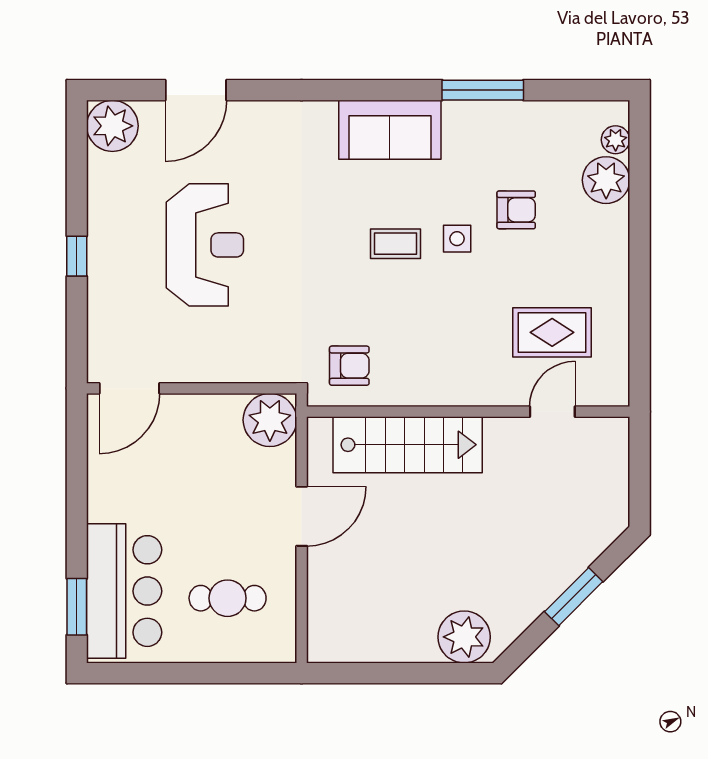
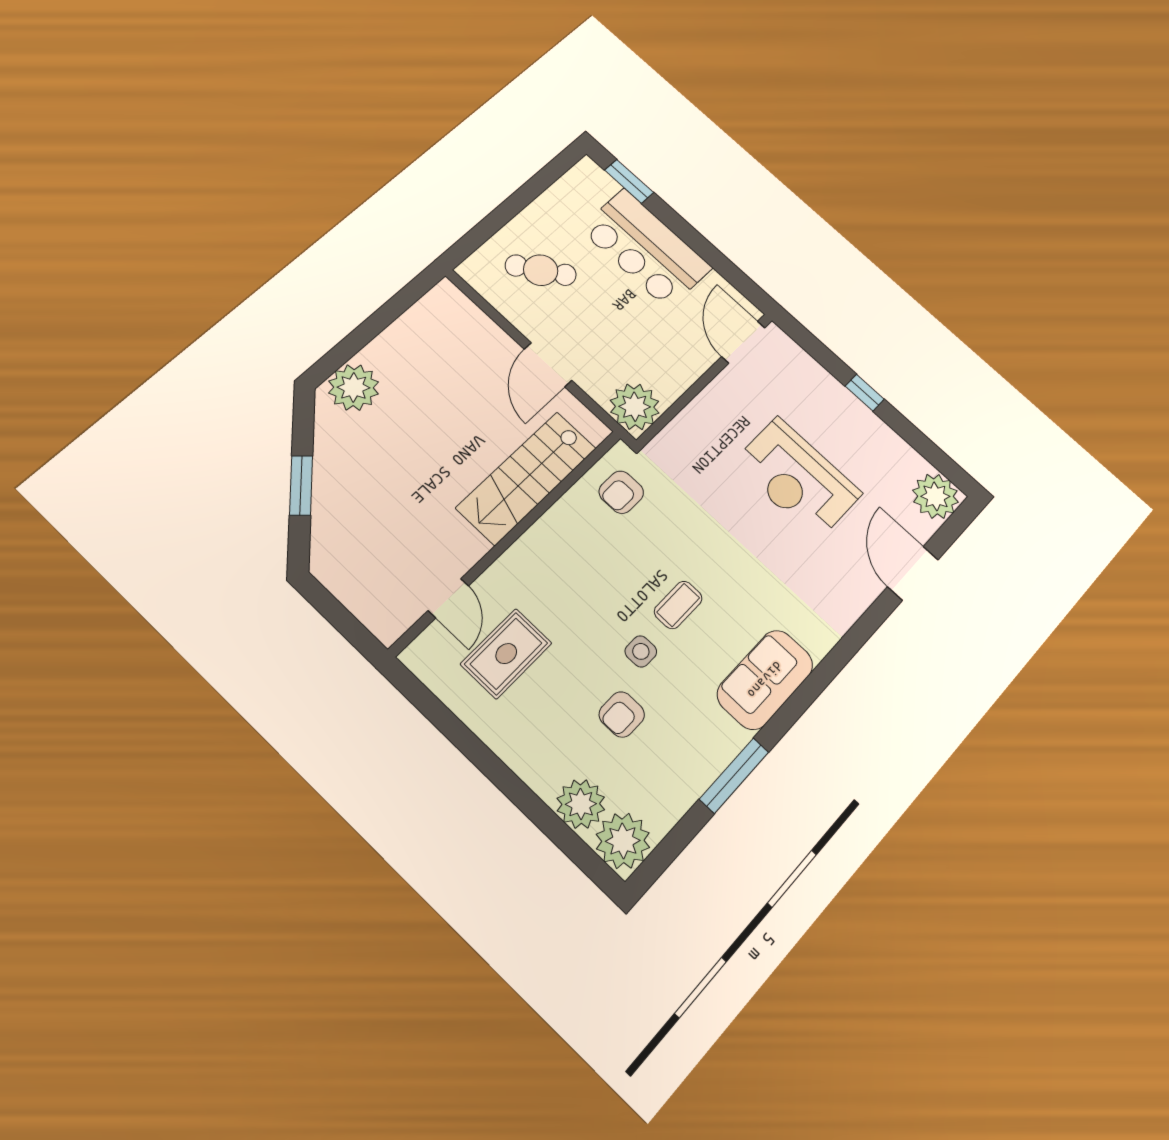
plant: (616, 140) -> (623, 841), width x1.88, depth x1.88
bar counter: (124, 591) -> (646, 248), moved
cafe table: (228, 598) -> (541, 270), turned 55

